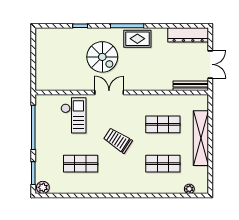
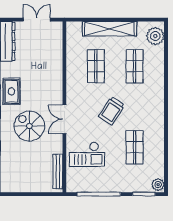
spiral stairs: (102, 57) -> (29, 126), turned -90
bench: (191, 86) -> (58, 172), moved
checkout: (73, 115) -> (87, 154), turned 180
plant: (189, 189) -> (155, 36), width x1.88, depth x1.88

